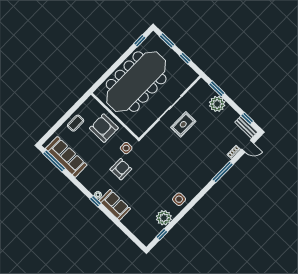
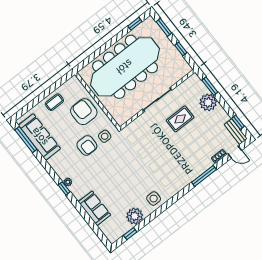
rug: (183, 124) -> (180, 119), moved
armchair: (121, 169) -> (87, 145), moved, turned 90
sofa: (115, 205) -> (94, 208), moved

